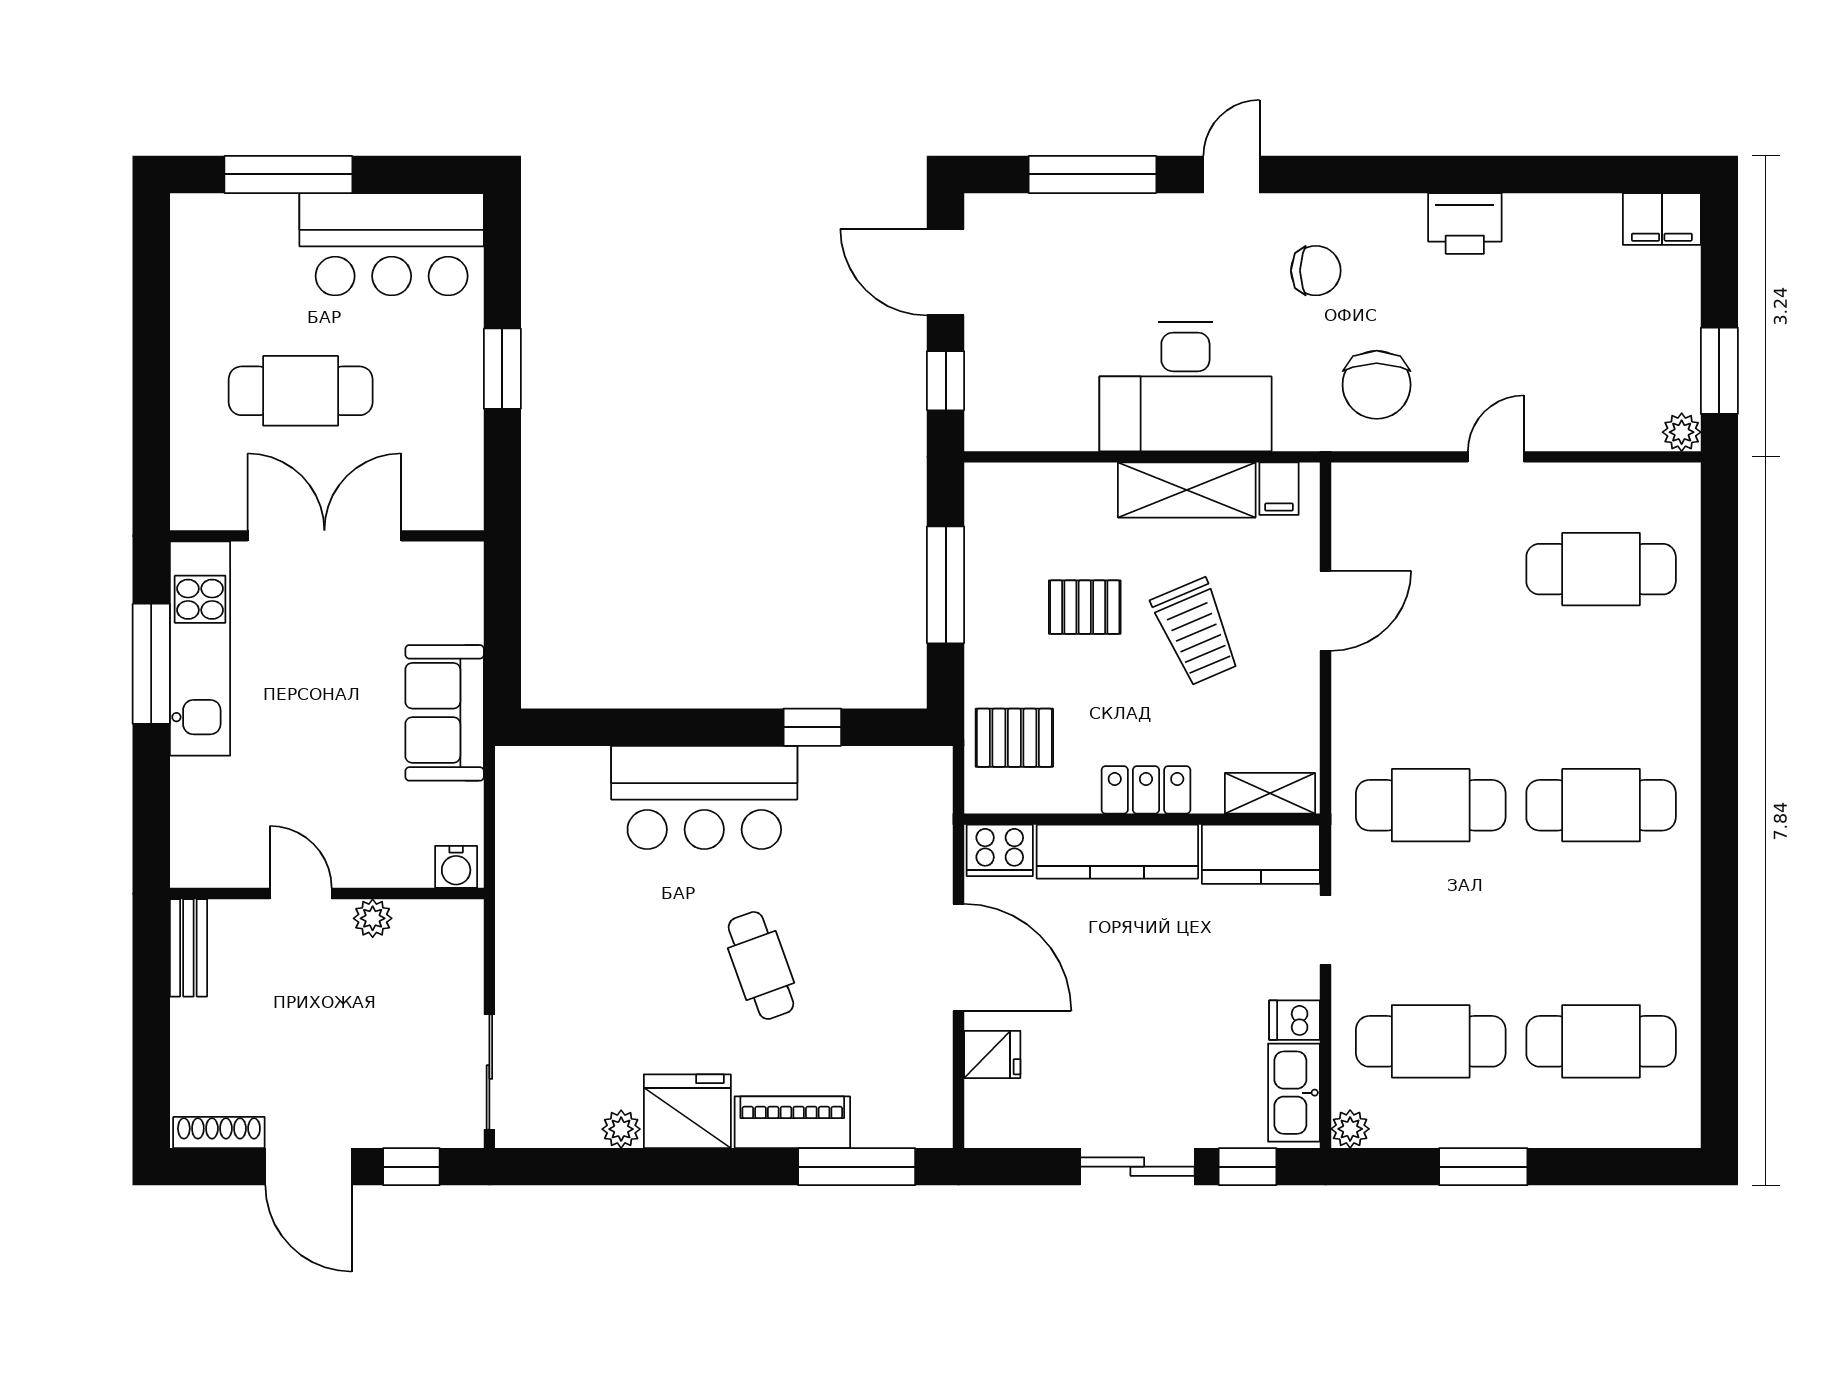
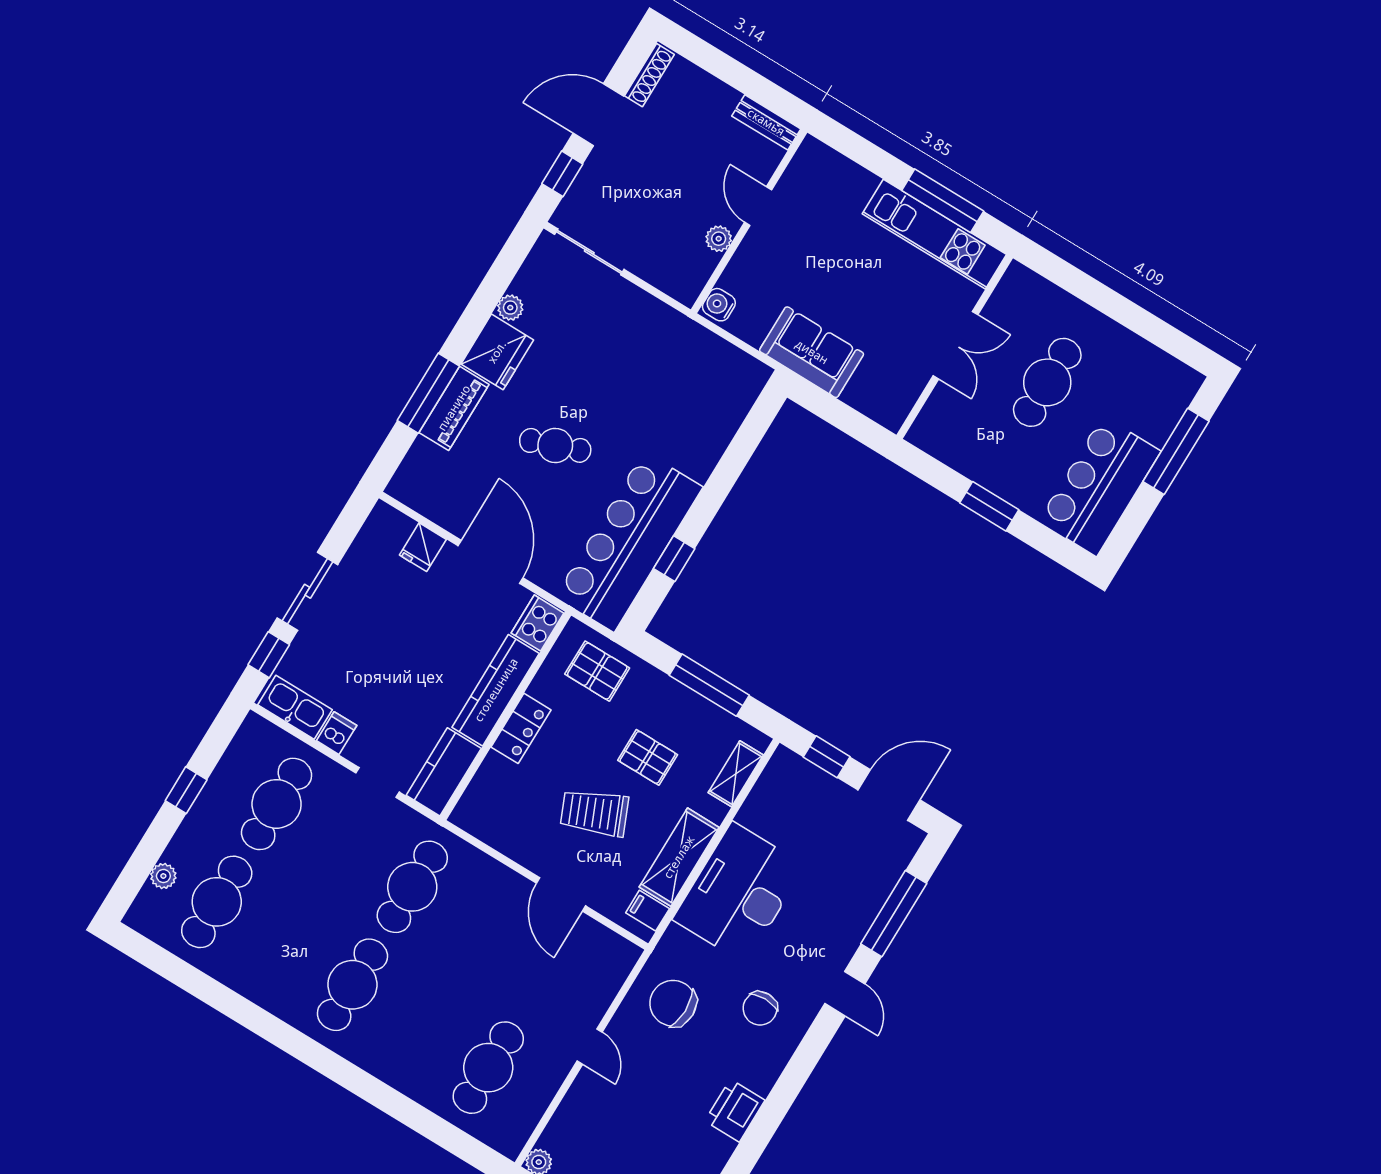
double door: (324, 536) -> (956, 345), width x0.73
pallet: (1085, 607) -> (648, 757), turned 90
pallet: (1014, 738) -> (597, 671), turned 90
shelving: (1270, 793) -> (736, 774), moved
bar counter: (704, 797) -> (629, 542), moved, width x1.36
door: (301, 893) -> (758, 206), swing flipped
door: (959, 957) -> (490, 562), swing flipped
plant: (1350, 1129) -> (163, 876), moved
window: (857, 1167) -> (428, 393), moved
window: (1483, 1167) -> (186, 790), width x0.67

